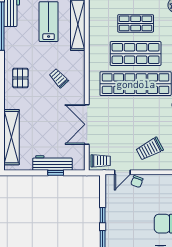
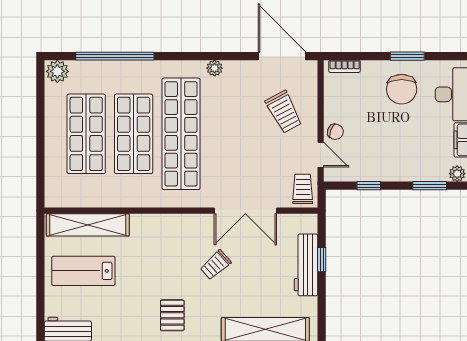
shop shelf: (136, 23) -> (86, 134), width x1.43, depth x1.36
pallet: (20, 78) -> (172, 315), turned 90
trolley: (59, 78) -> (216, 265), moved
window: (103, 215) -> (369, 186), moved

